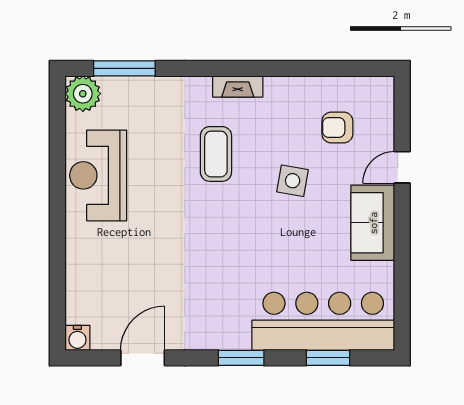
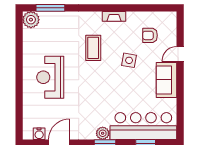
fireplace: (238, 87) -> (114, 16), moved
reception desk: (98, 175) -> (50, 77), moved
plant: (236, 337) -> (103, 133), added
water cooler: (77, 338) -> (39, 134), moved

